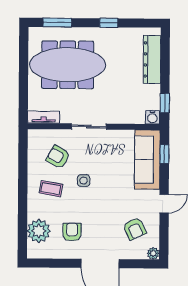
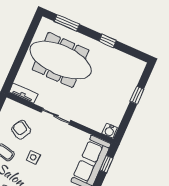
dresser: (152, 59) -> (129, 85), removed
window: (165, 103) -> (137, 95), moved

